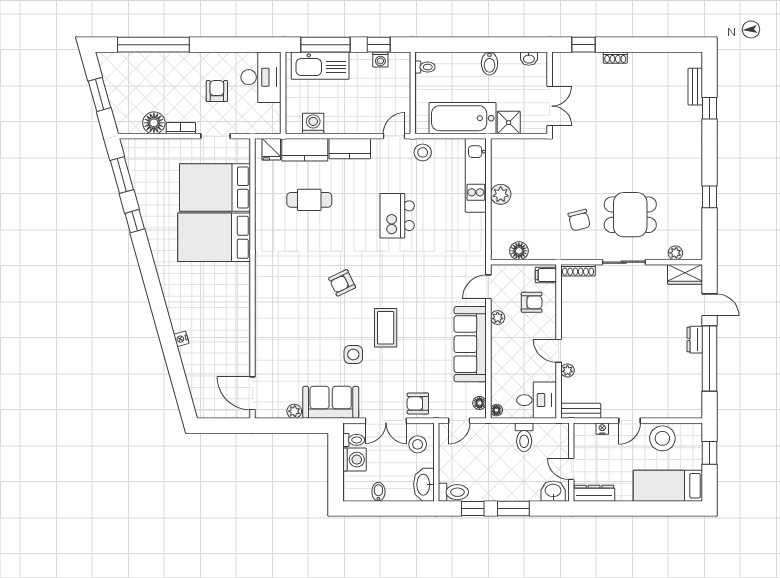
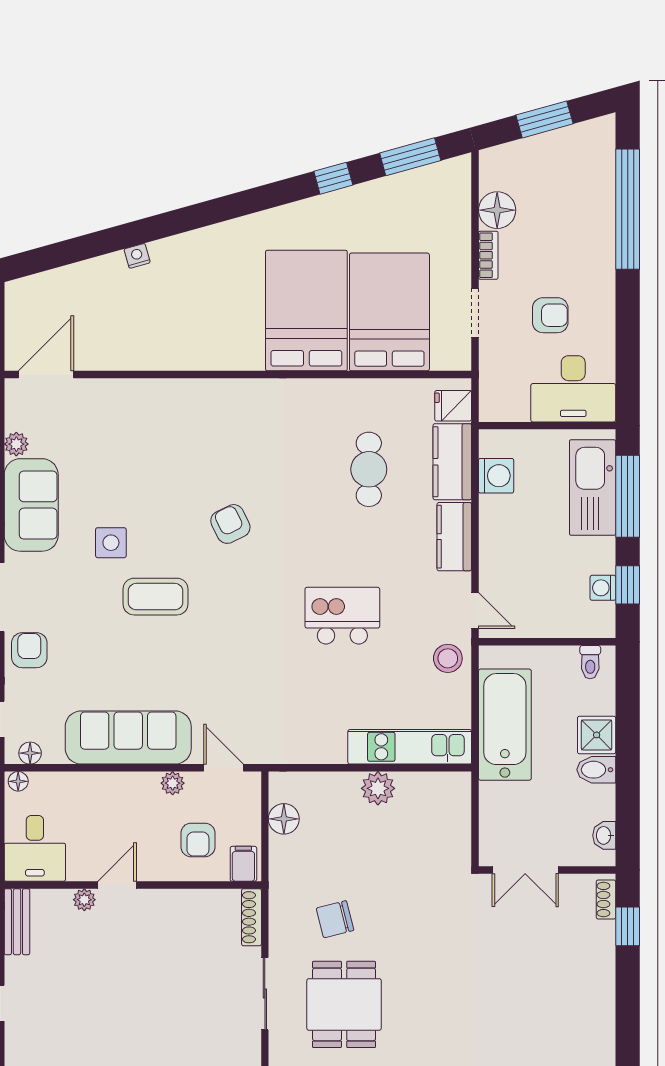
shoe rack: (615, 58) -> (606, 900), moved
shower: (509, 123) -> (597, 735), moved

